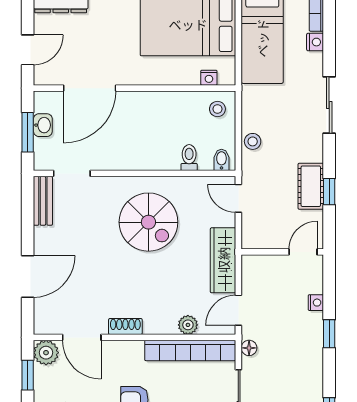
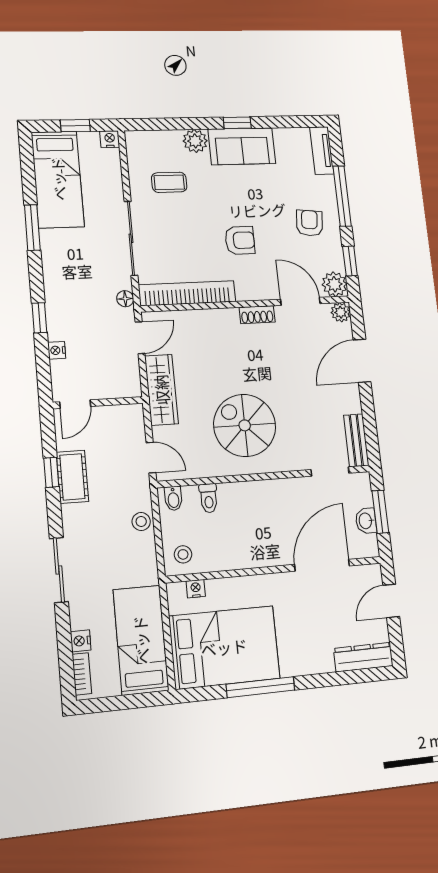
plant: (188, 325) -> (341, 312), moved

